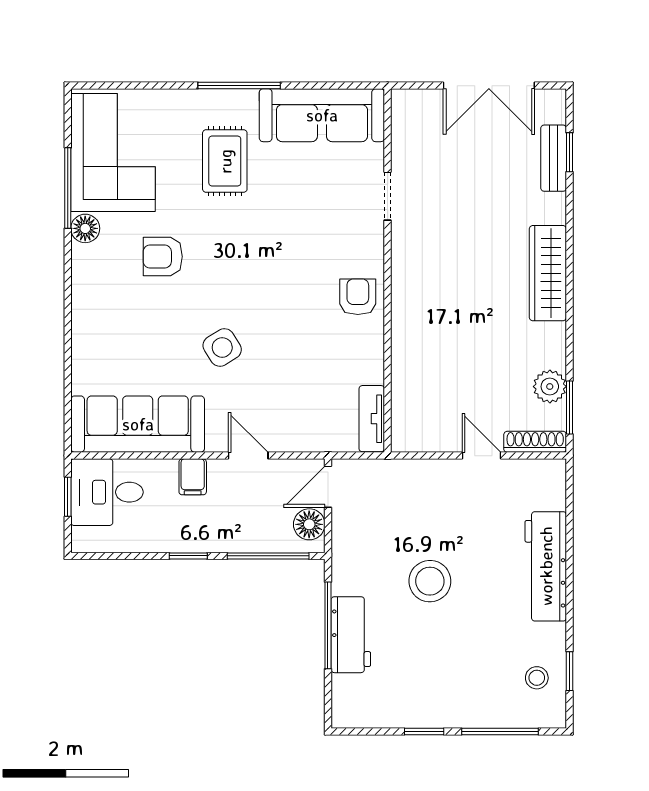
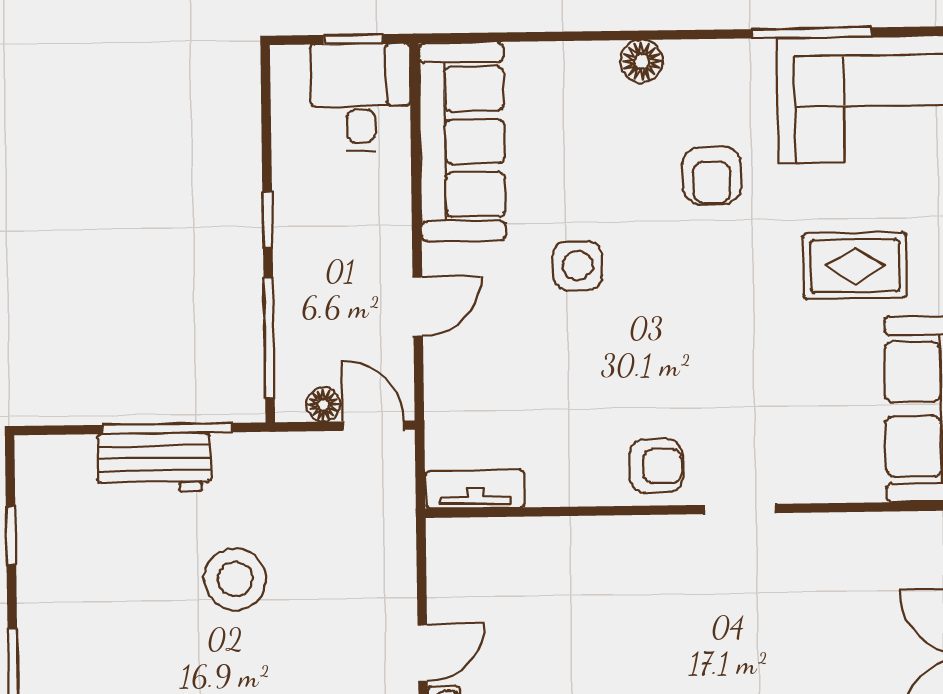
doorway: (388, 196) -> (740, 509), moved
floor lamp: (85, 228) -> (642, 61), moved
armchair: (163, 257) -> (712, 175), turned 180
side table: (222, 347) -> (578, 266), turned 32
filing cabinet: (193, 477) -> (385, 224), removed
floor lamp: (309, 524) -> (323, 405), width x0.73, depth x0.73
window: (424, 732) -> (11, 535), moved

